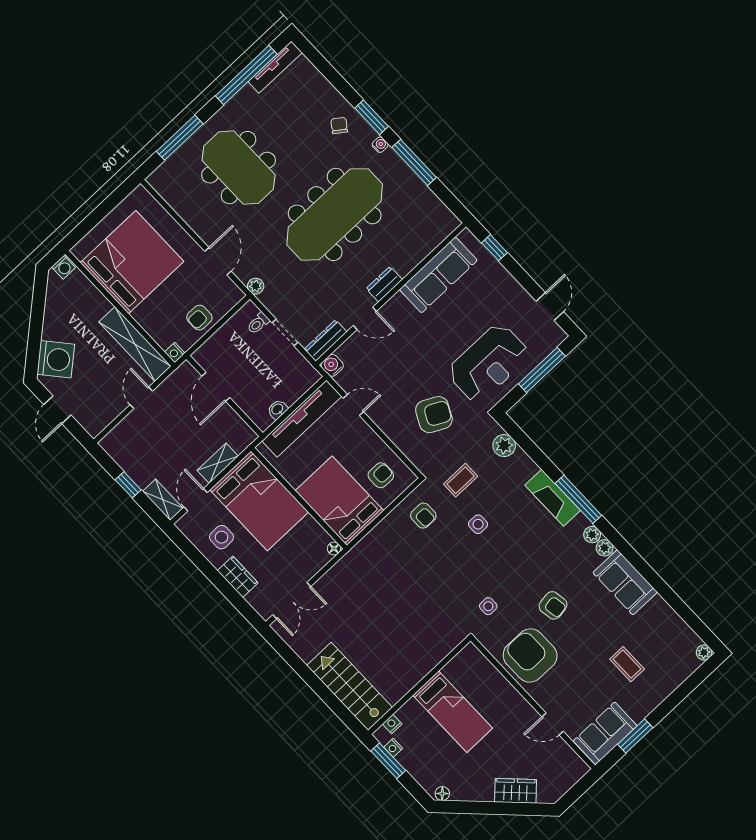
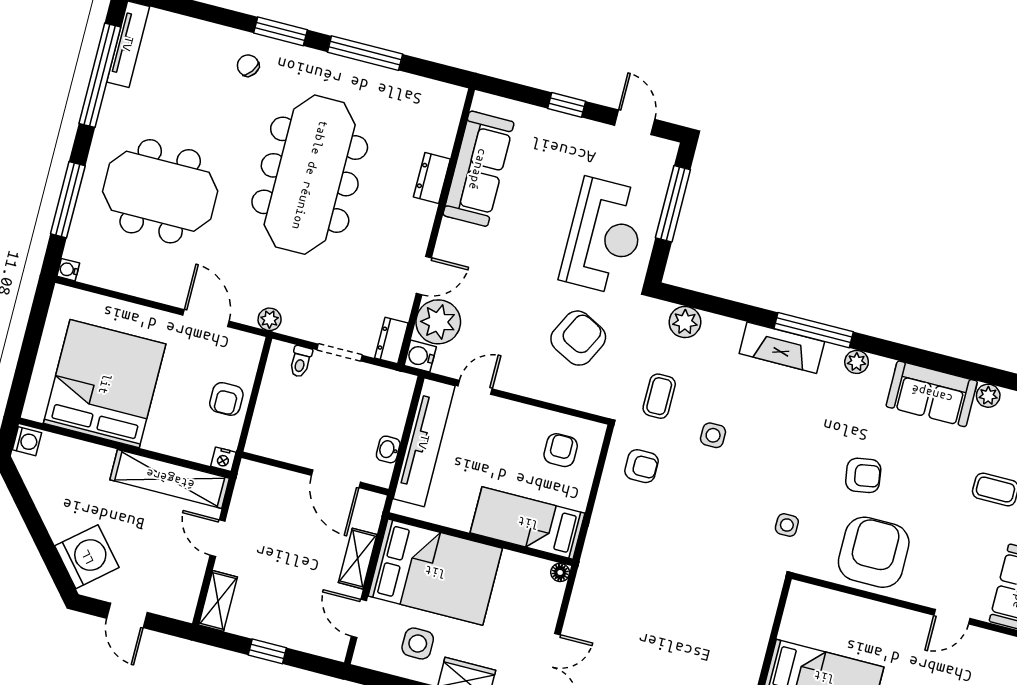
water cooler: (380, 145) -> (68, 270), moved, turned -90
window: (494, 248) -> (567, 105), moved
dresser: (384, 284) -> (432, 178), moved
dresser: (326, 341) -> (391, 340), width x0.70
plant: (356, 352) -> (438, 322), added
door: (216, 387) -> (336, 479), moved
shelving: (163, 500) -> (218, 601), moved, turned 90
bed: (339, 501) -> (528, 523), width x0.67
plant: (605, 548) -> (988, 396), moved
armchair: (530, 656) -> (874, 552), turned 90

